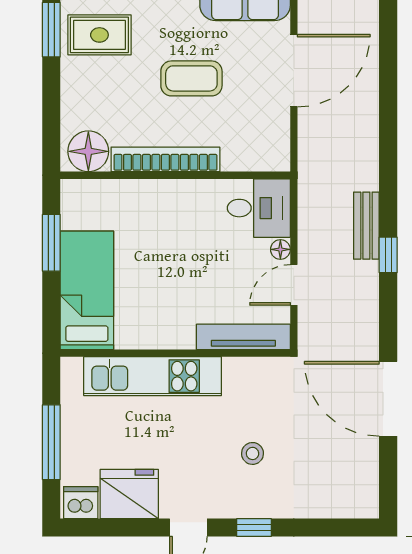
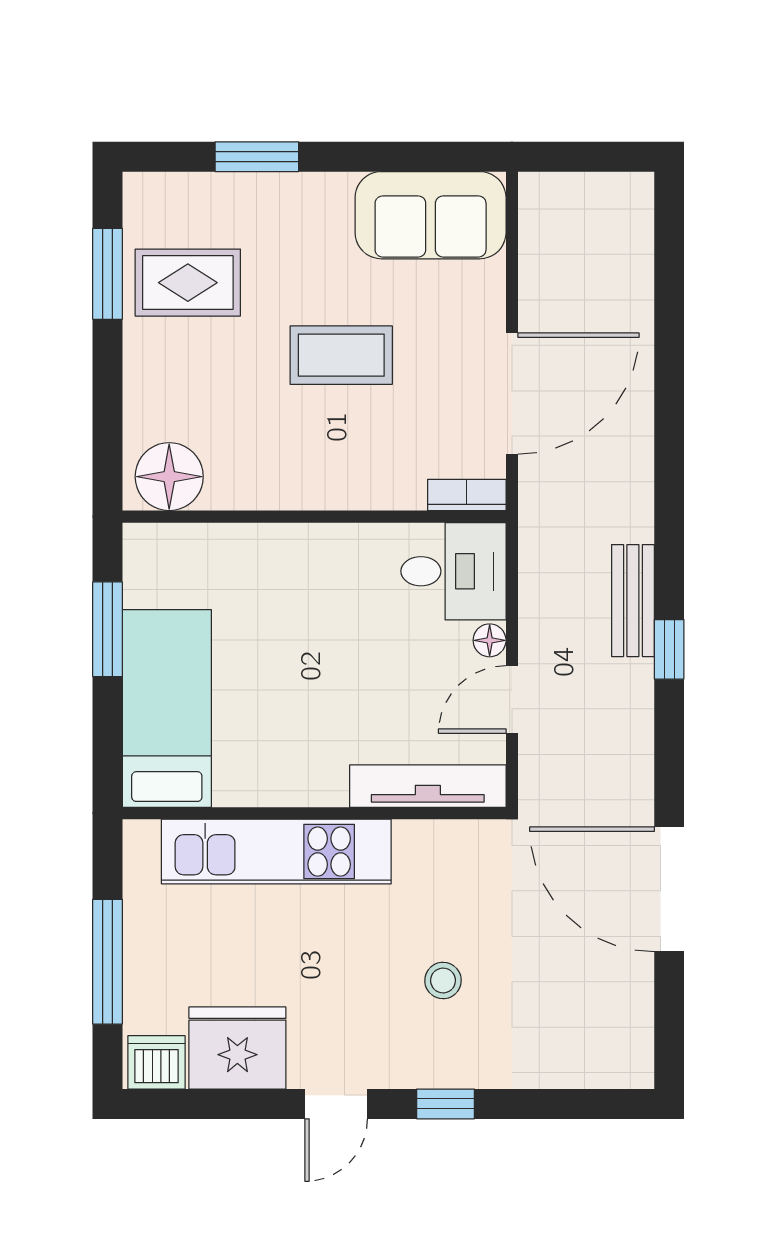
door: (294, 71) -> (512, 394), moved
bookcase: (165, 159) -> (467, 495), moved, width x0.43, depth x0.76

